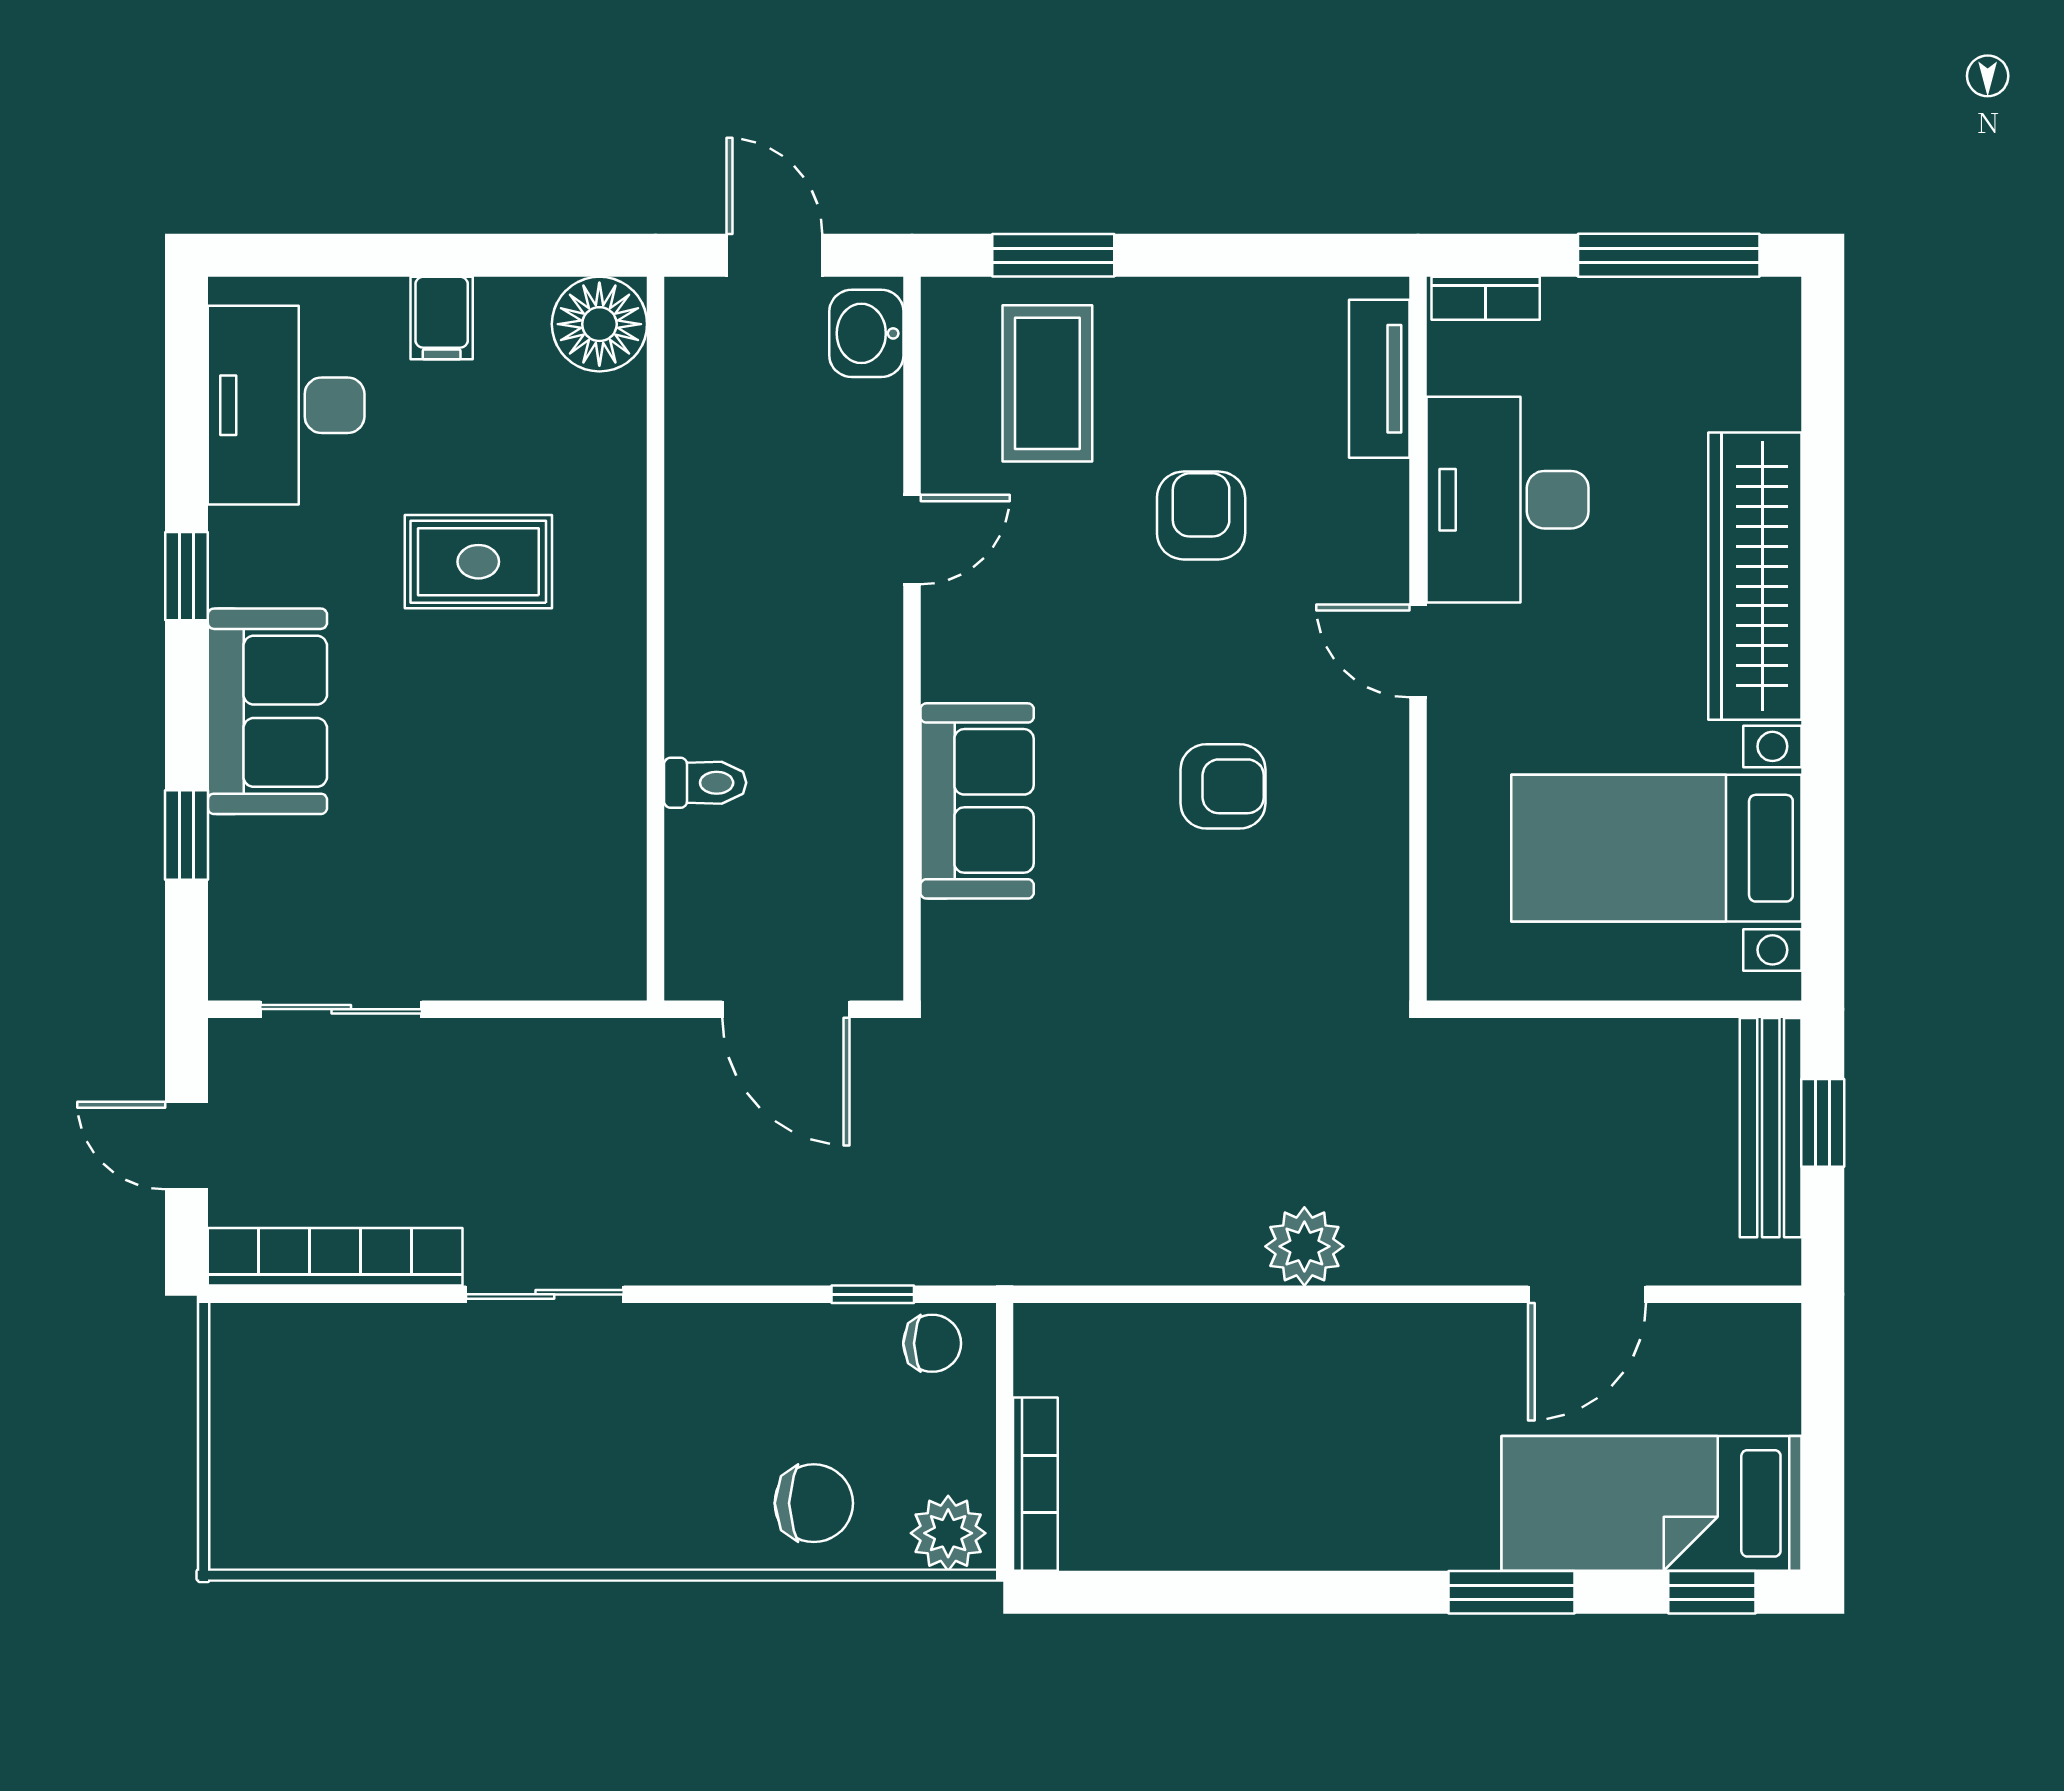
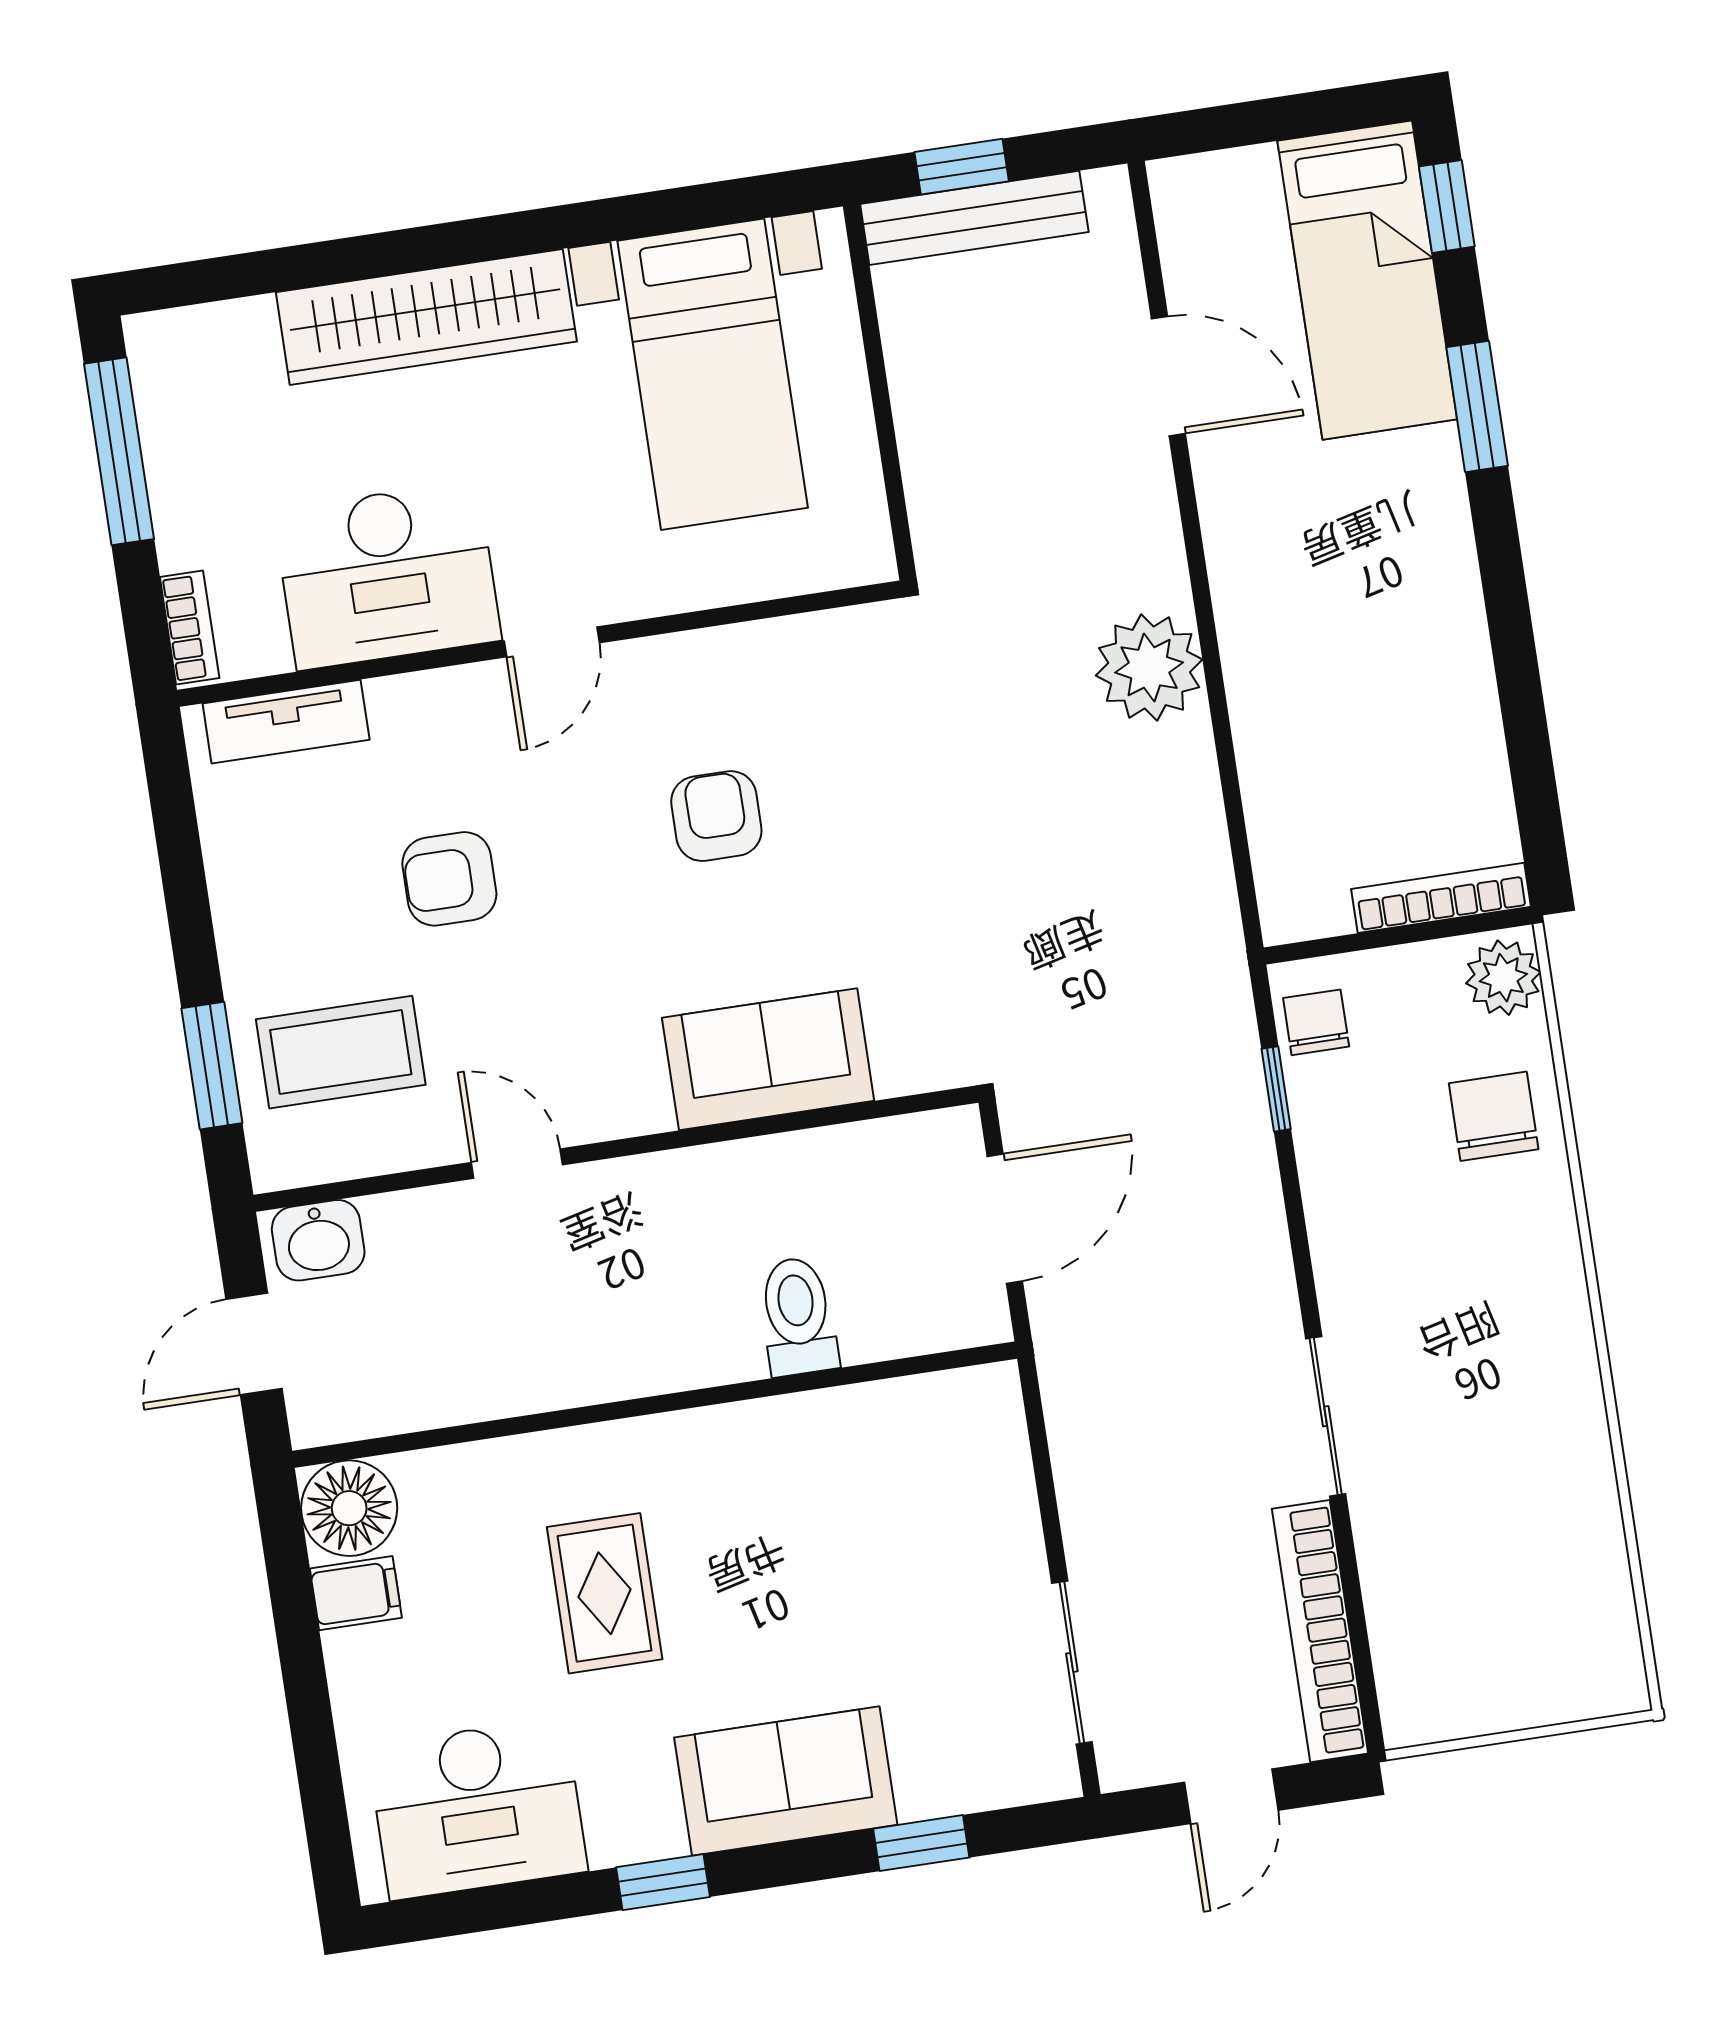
filing cabinet: (442, 318) -> (356, 1593), moved
toilet: (705, 783) -> (798, 1316), width x1.37, depth x1.39
plant: (1304, 1246) -> (1149, 668), width x1.36, depth x1.36

